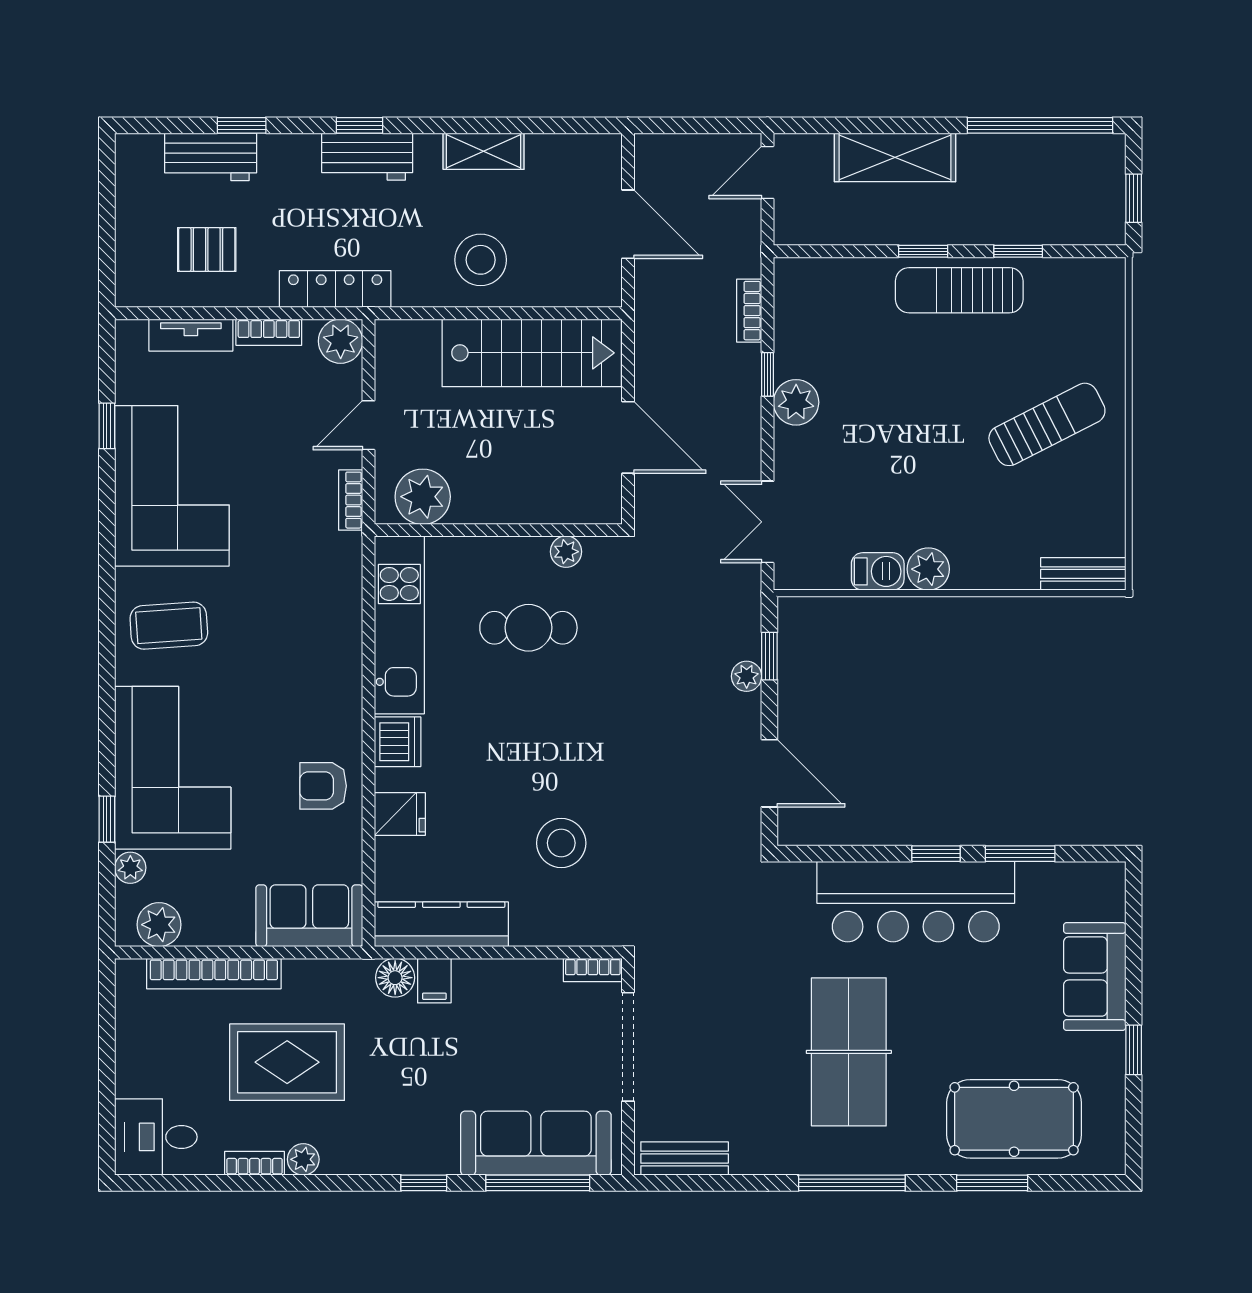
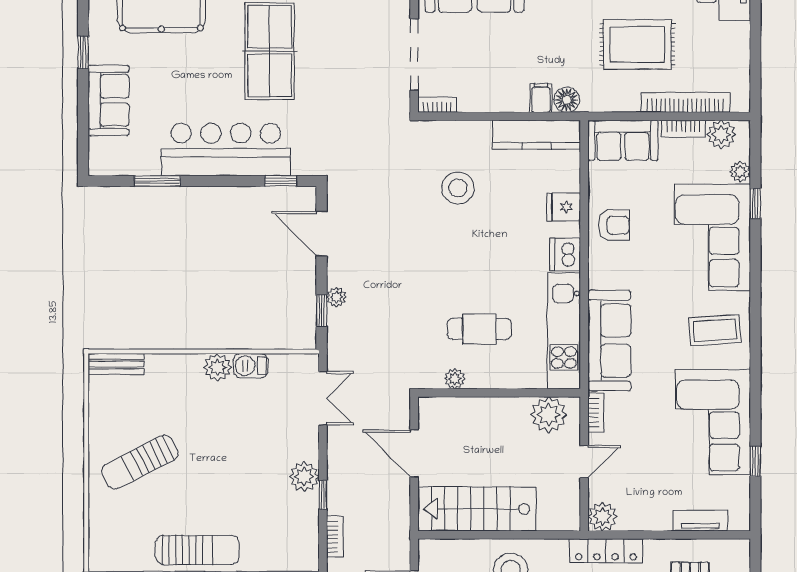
bookcase: (269, 332) -> (683, 129), moved, turned 180
sofa: (330, 610) -> (609, 340), added
window: (936, 854) -> (281, 181), moved

